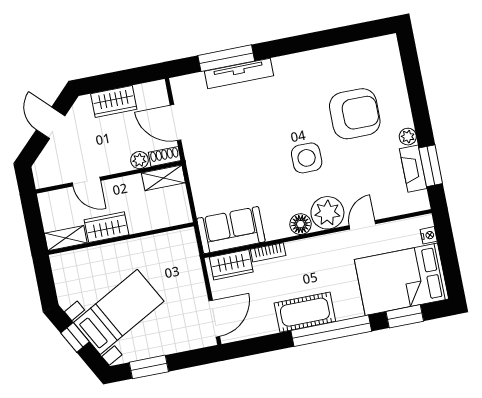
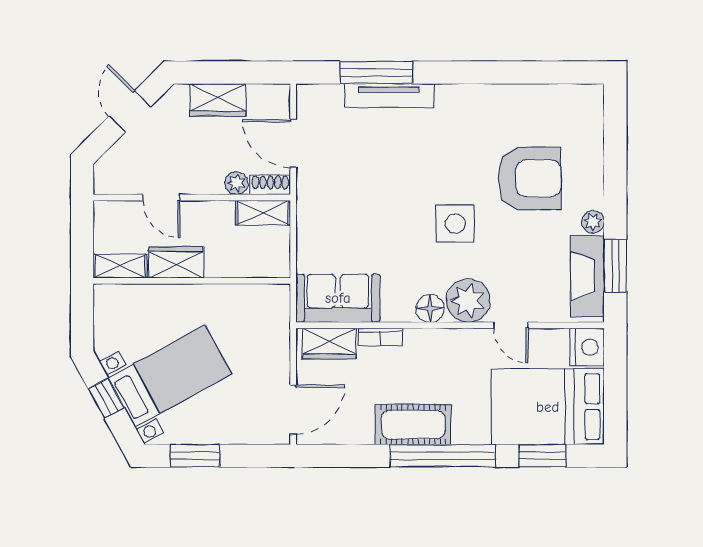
fireplace: (413, 169) -> (587, 276), width x1.37, depth x1.32
door: (362, 225) -> (511, 325), swing flipped
nightstand: (429, 235) -> (587, 347), width x1.89, depth x1.79

